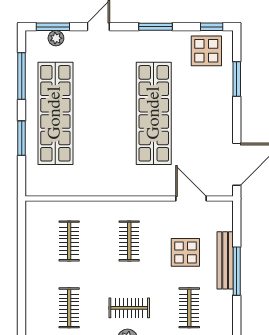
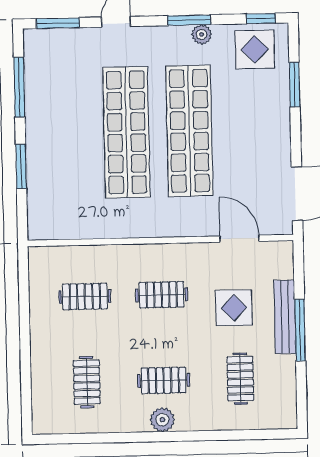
plant: (56, 38) -> (202, 34), moved
shop shelf: (55, 113) -> (126, 132), moved
clothes rail: (69, 241) -> (85, 297), turned 90
clothes rail: (129, 241) -> (162, 295), turned 90

